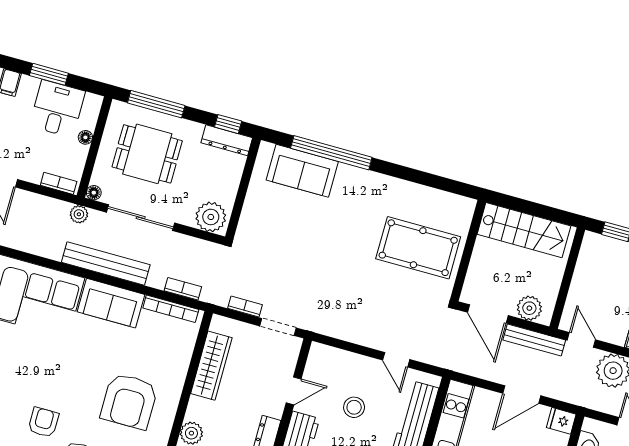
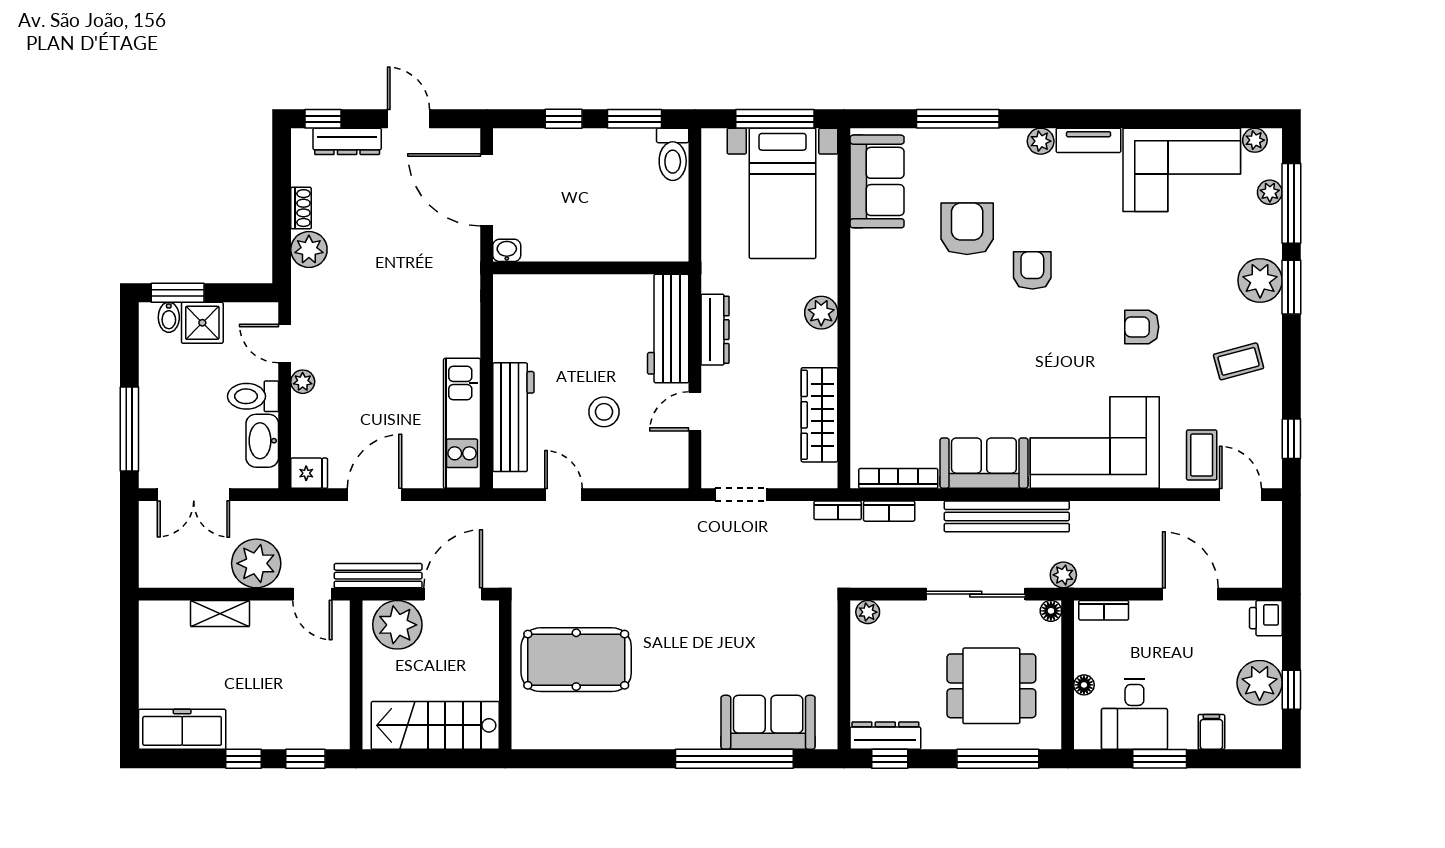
plant: (211, 217) -> (868, 612), width x0.53, depth x0.53
bookcase: (245, 307) -> (838, 510), moved
plant: (529, 308) -> (397, 625), width x1.36, depth x1.36
door: (488, 314) -> (453, 594), hinge flipped
armchair: (129, 401) -> (921, 333), removed
armchair: (43, 422) -> (1032, 270), turned 180

